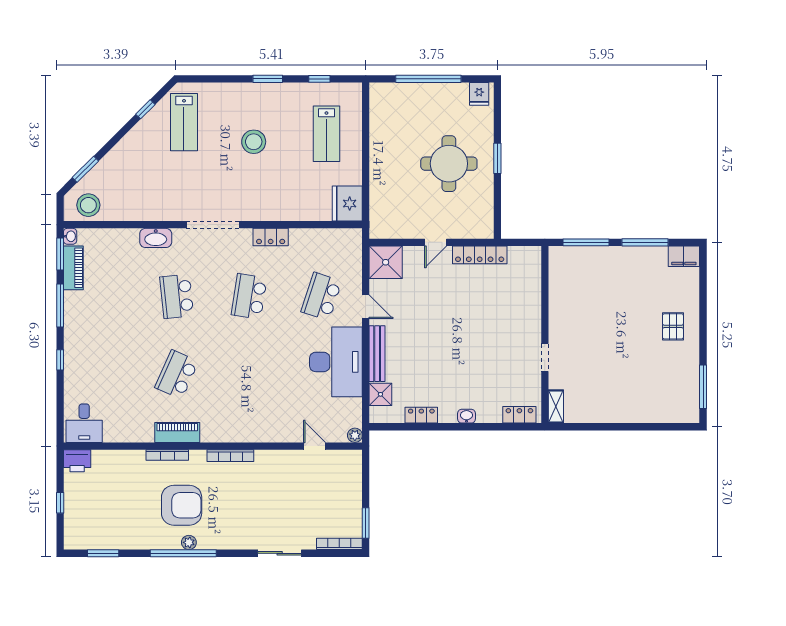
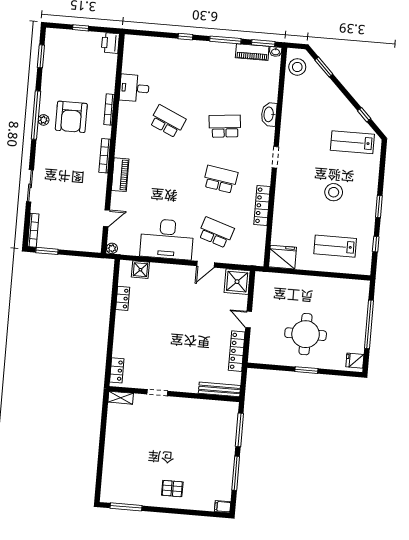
doorway: (213, 225) -> (275, 157), width x0.53
locker: (271, 237) -> (262, 206), width x1.53
filing cabinet: (684, 256) -> (223, 507), width x0.50
bench: (377, 354) -> (219, 389), moved
washbasin: (466, 416) -> (119, 331), removed
desk: (84, 423) -> (134, 88), moved
piano: (177, 433) -> (120, 175), moved

